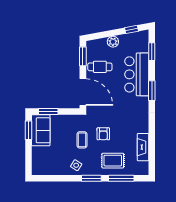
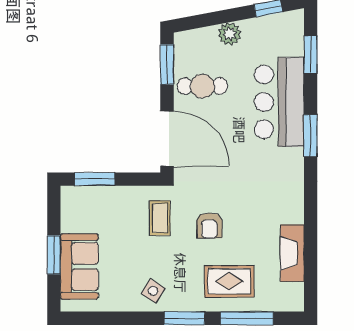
window: (29, 130) -> (54, 255), moved
sofa: (41, 130) -> (79, 267), moved
coffee table: (82, 140) -> (160, 218), moved

